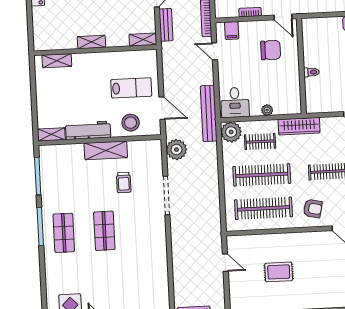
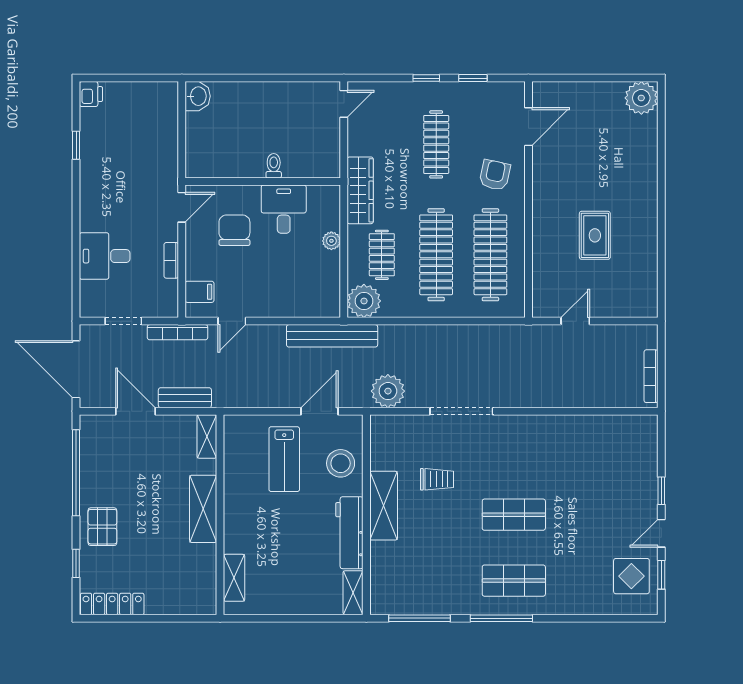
shelving: (91, 42) -> (203, 509), width x1.50, depth x1.33
lab bench: (131, 88) -> (284, 459), turned 180
desk: (235, 102) -> (284, 209), moved, turned -90

